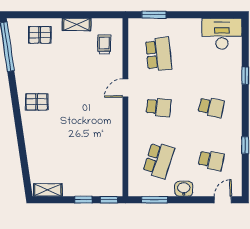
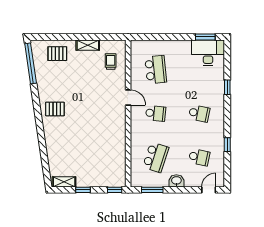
window: (154, 15) -> (205, 37), moved
door: (125, 88) -> (128, 97), swing flipped
window: (83, 200) -> (83, 190), moved

